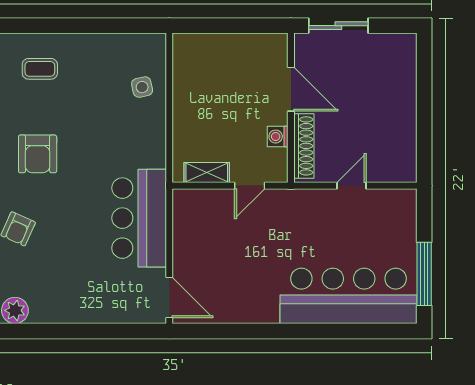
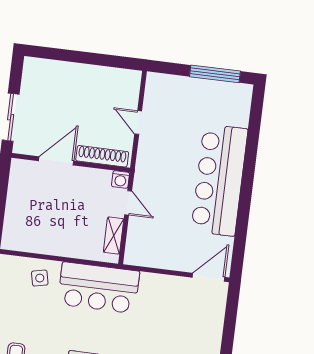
washing machine: (278, 137) -> (120, 179), moved
bar counter: (139, 218) -> (99, 288), moved
bar counter: (348, 296) -> (219, 180), moved

